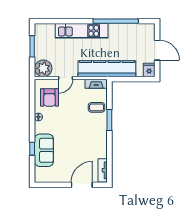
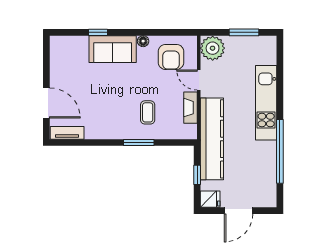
window: (132, 79) -> (197, 175), added
fireplace: (96, 84) -> (191, 108), moved
armchair: (49, 97) -> (171, 57), turned -90
coffee table: (97, 107) -> (148, 112), moved
sofa: (44, 150) -> (113, 49), moved

